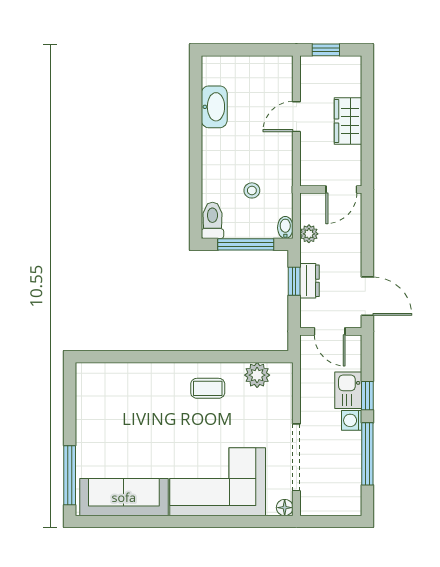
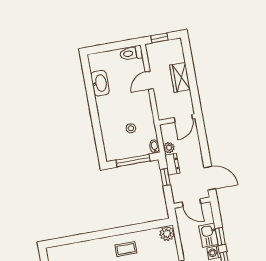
toilet: (212, 220) -> (131, 53), moved, turned -90
dresser: (310, 281) -> (172, 164), moved
plant: (257, 375) -> (167, 234), moved

